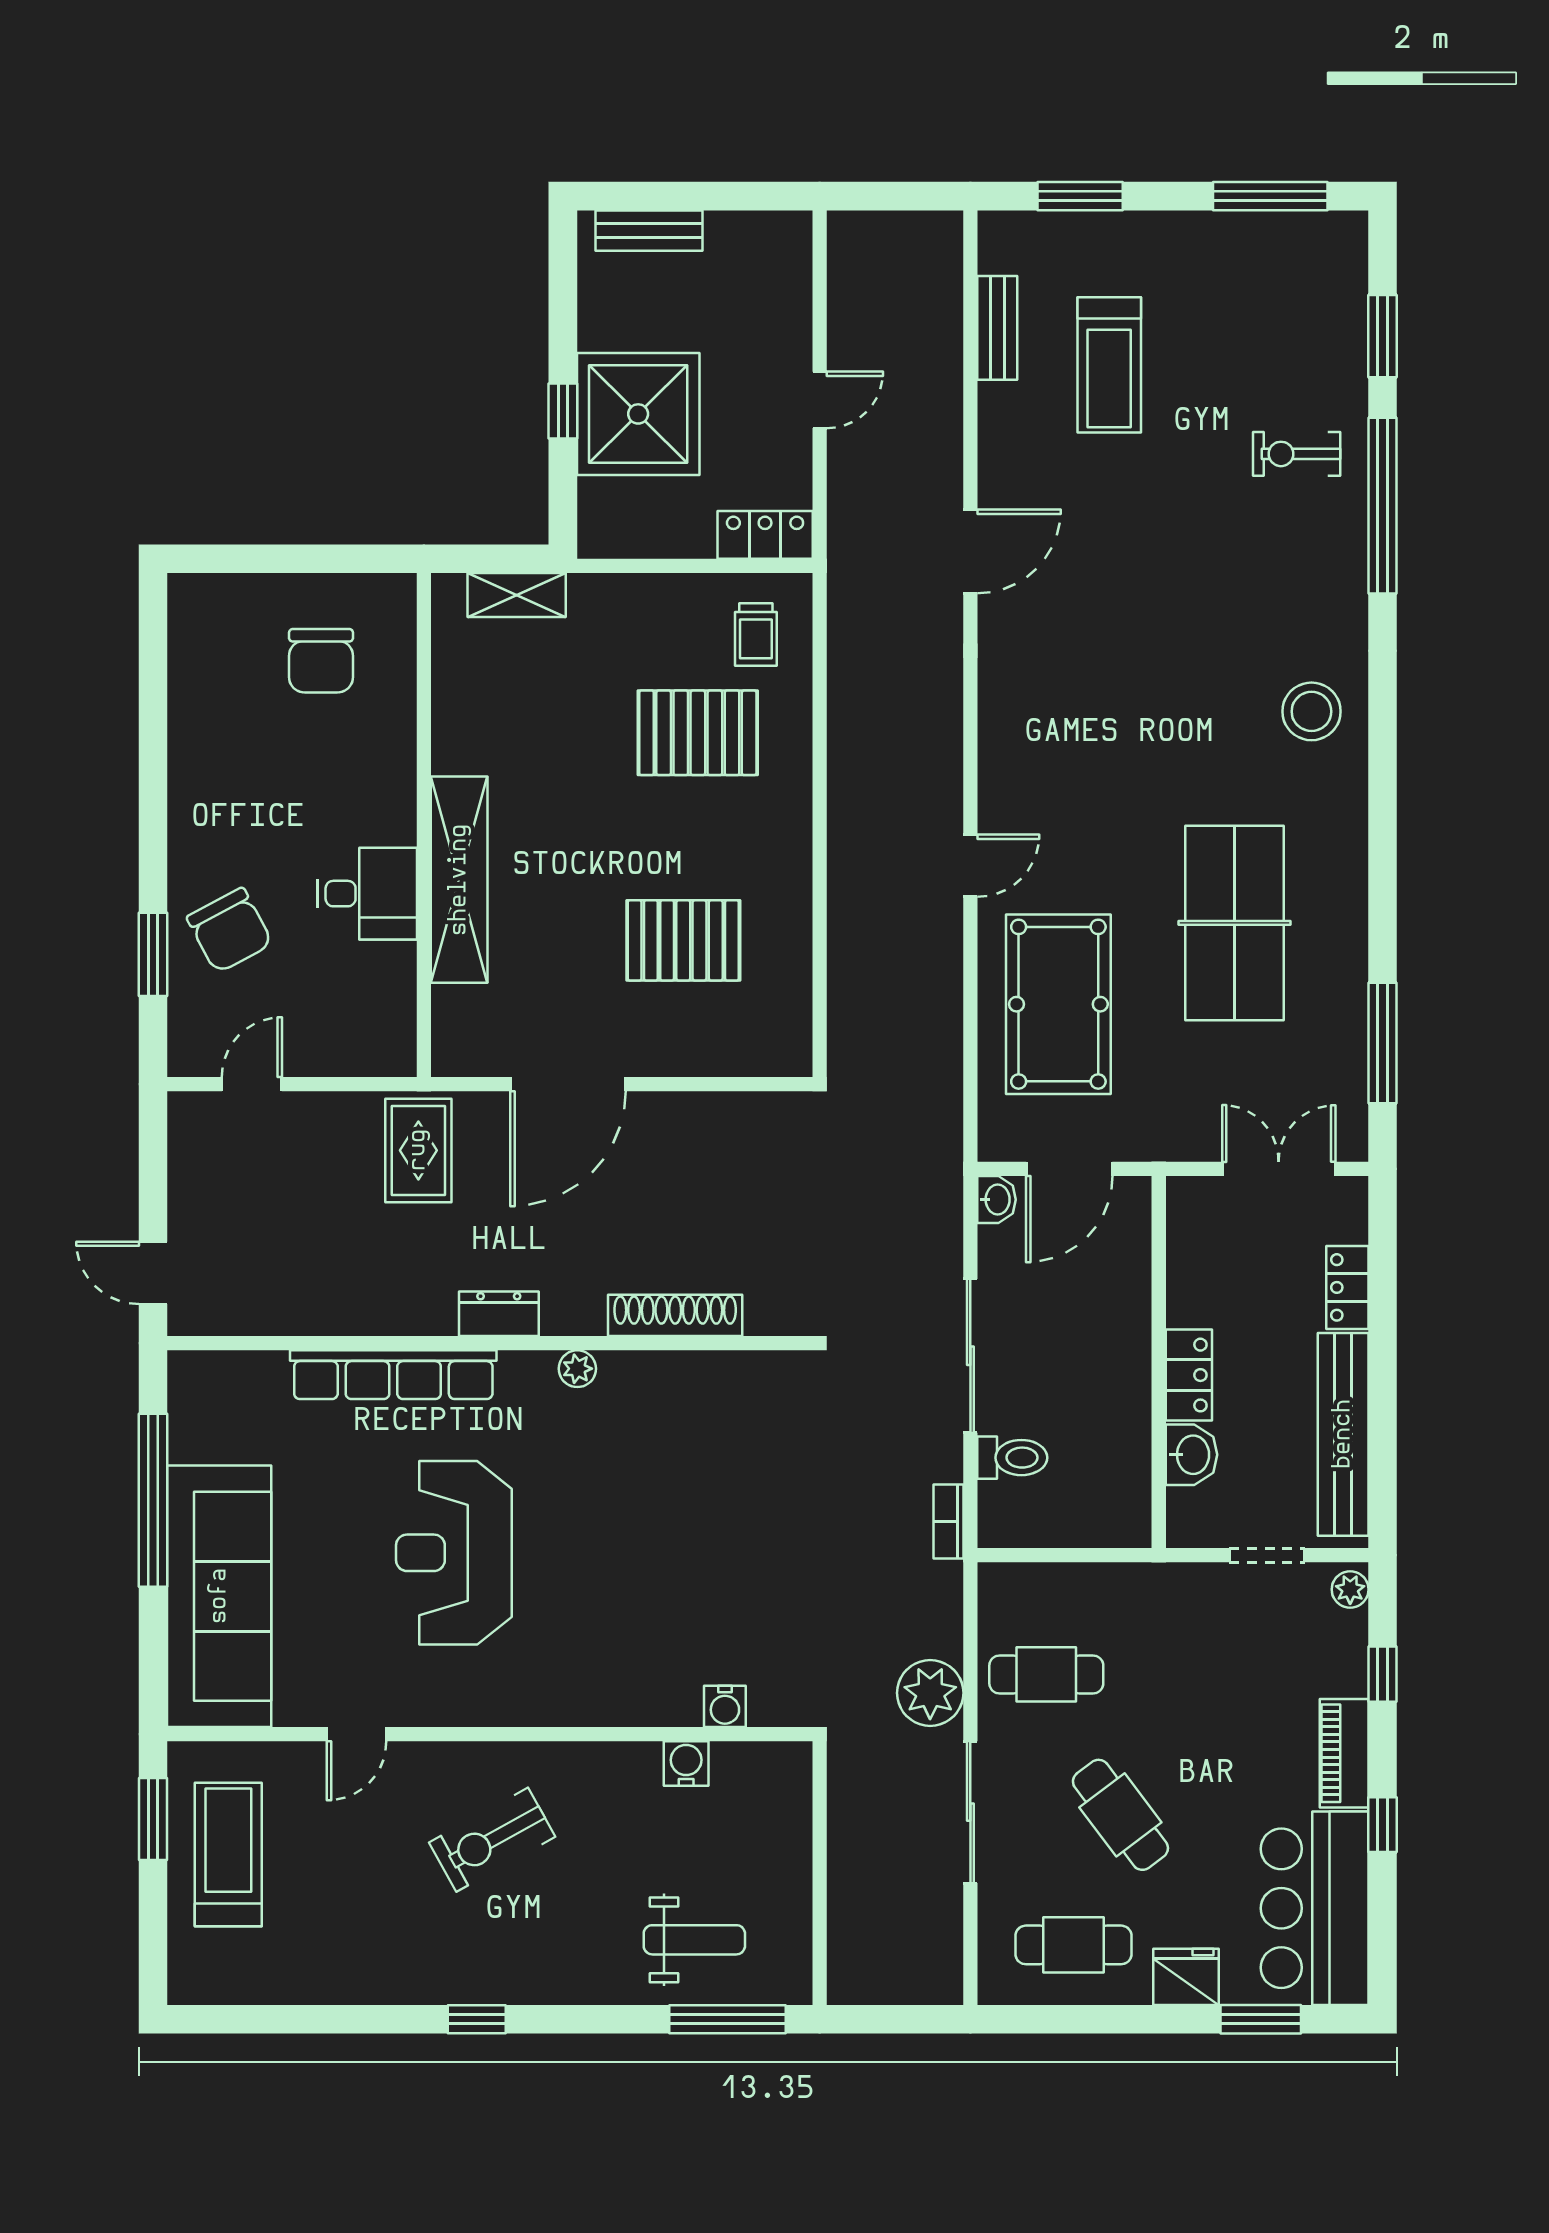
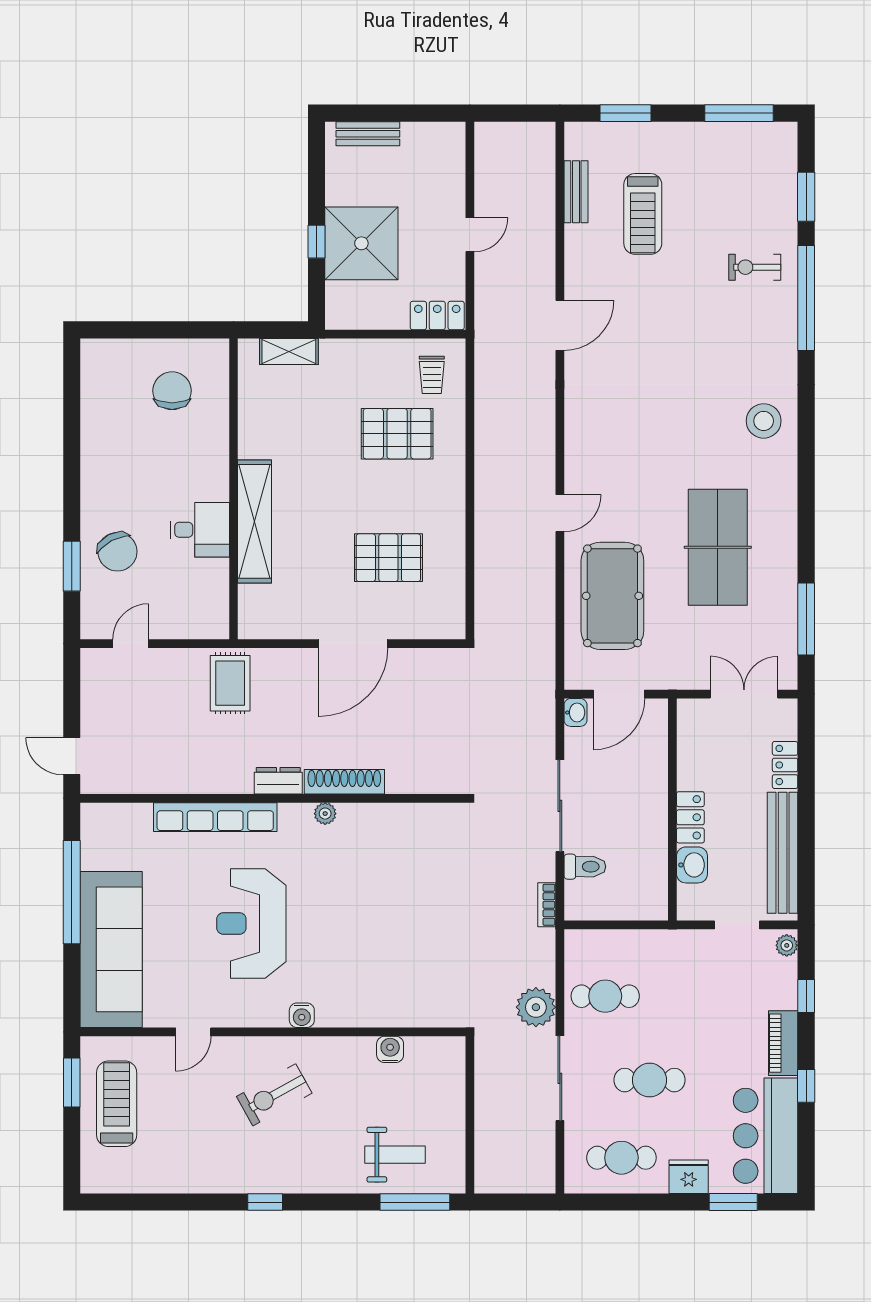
chair: (321, 661) -> (172, 391), turned 180
door: (568, 1084) -> (353, 644), moved
shoe rack: (675, 1315) -> (344, 782), moved
water cooler: (725, 1706) -> (302, 1015), moved
cafe table: (1120, 1815) -> (650, 1080), turned -53

